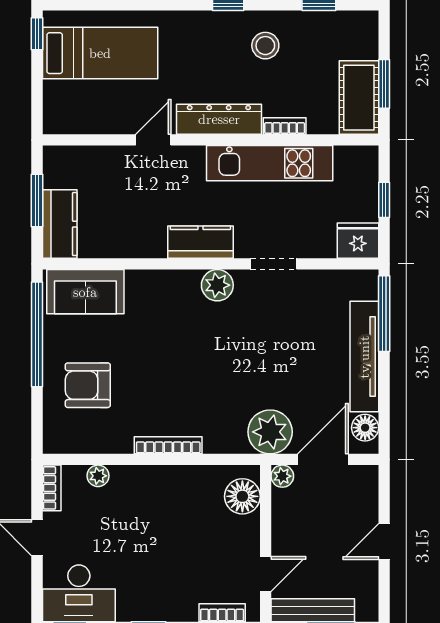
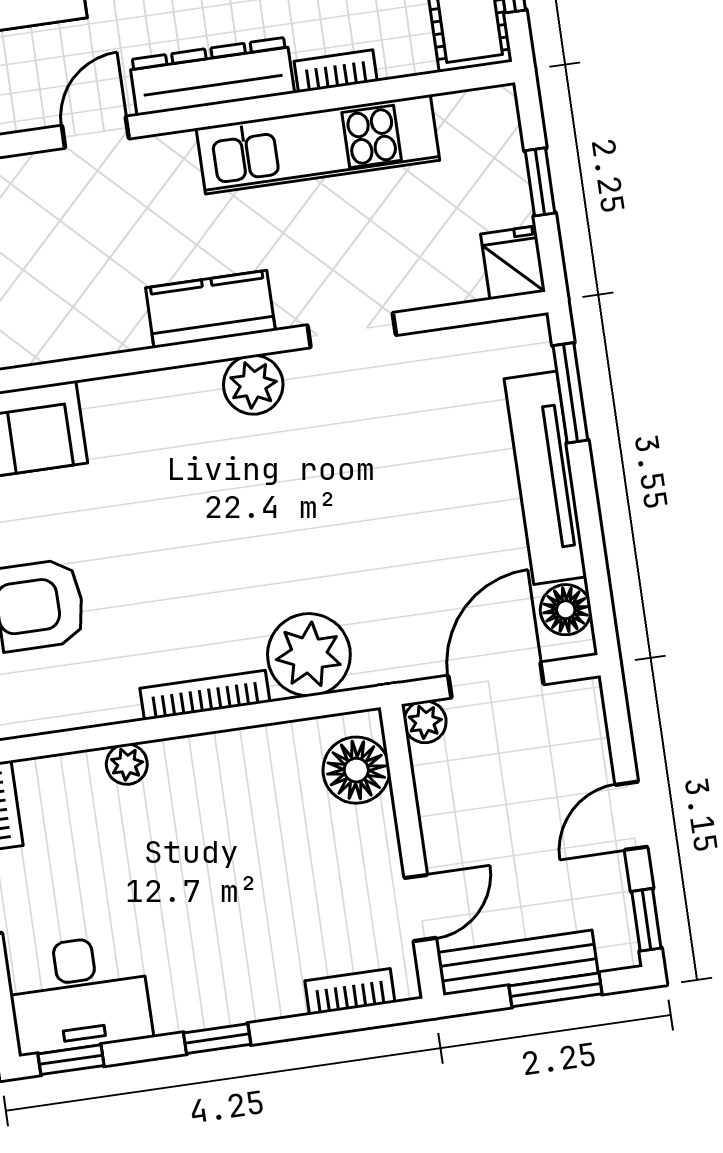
fridge: (358, 241) -> (513, 263), width x0.72
window: (384, 314) -> (570, 393), width x0.69
plant: (270, 432) -> (309, 655), moved
plant: (98, 476) -> (127, 764), moved
window: (384, 597) -> (646, 920), added

